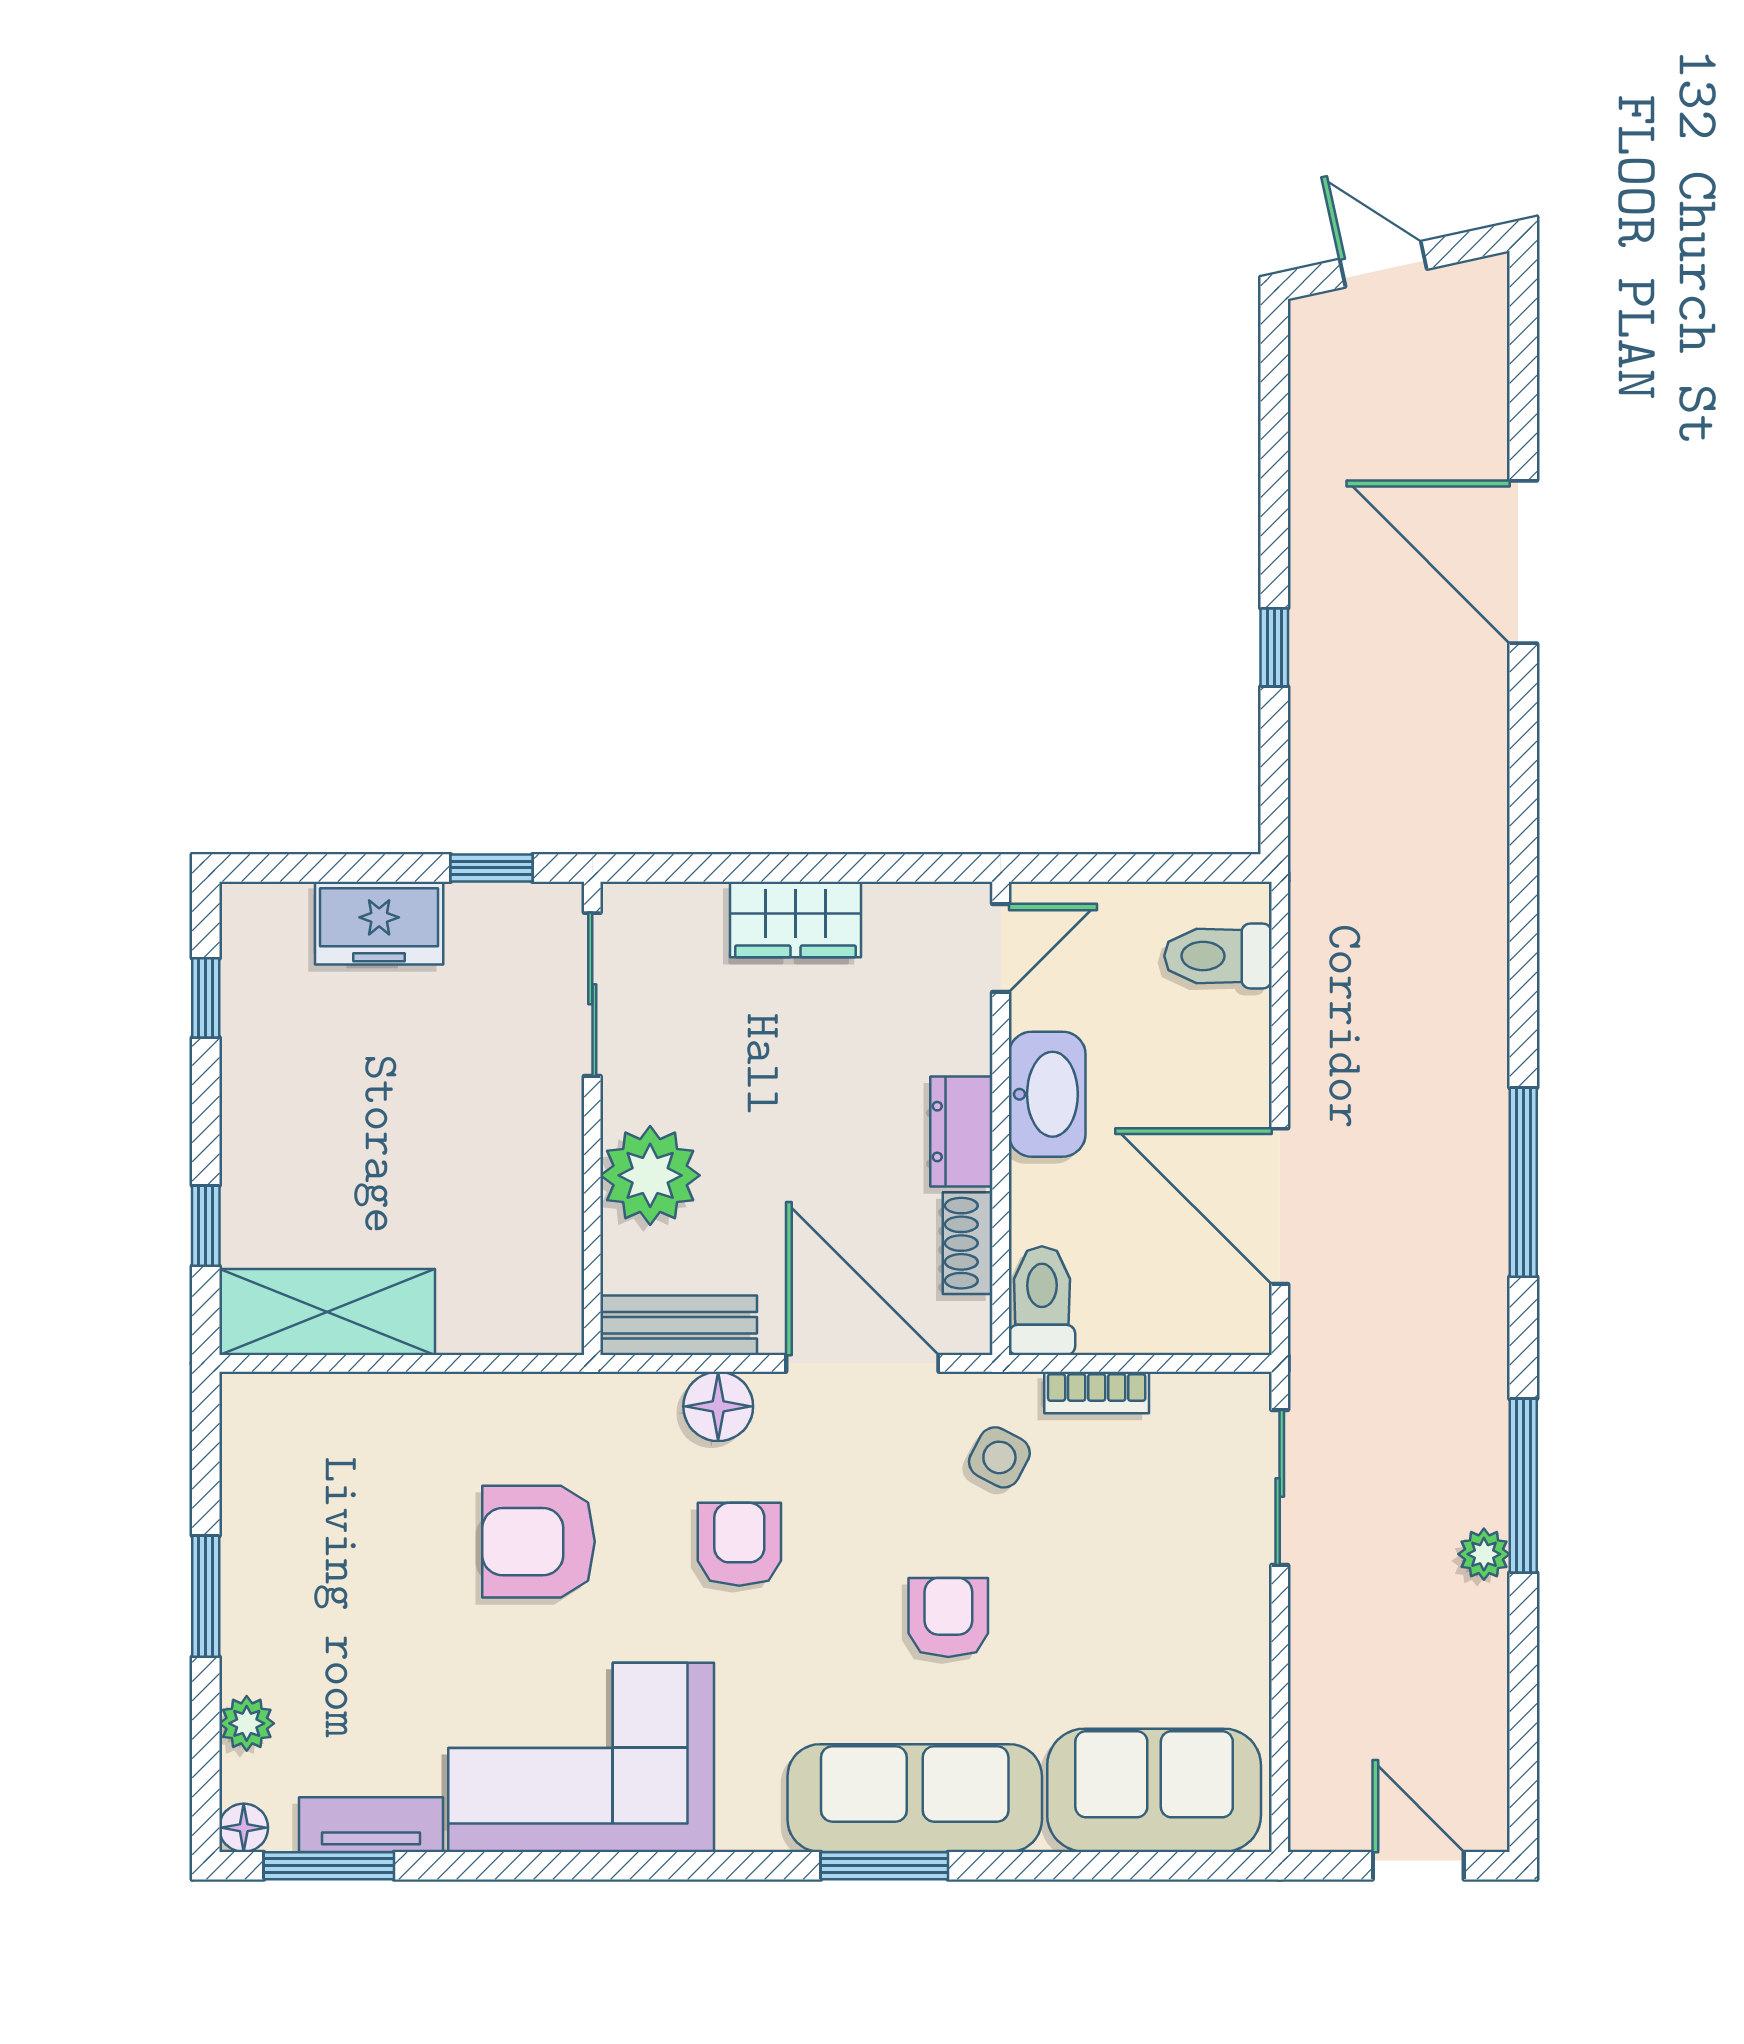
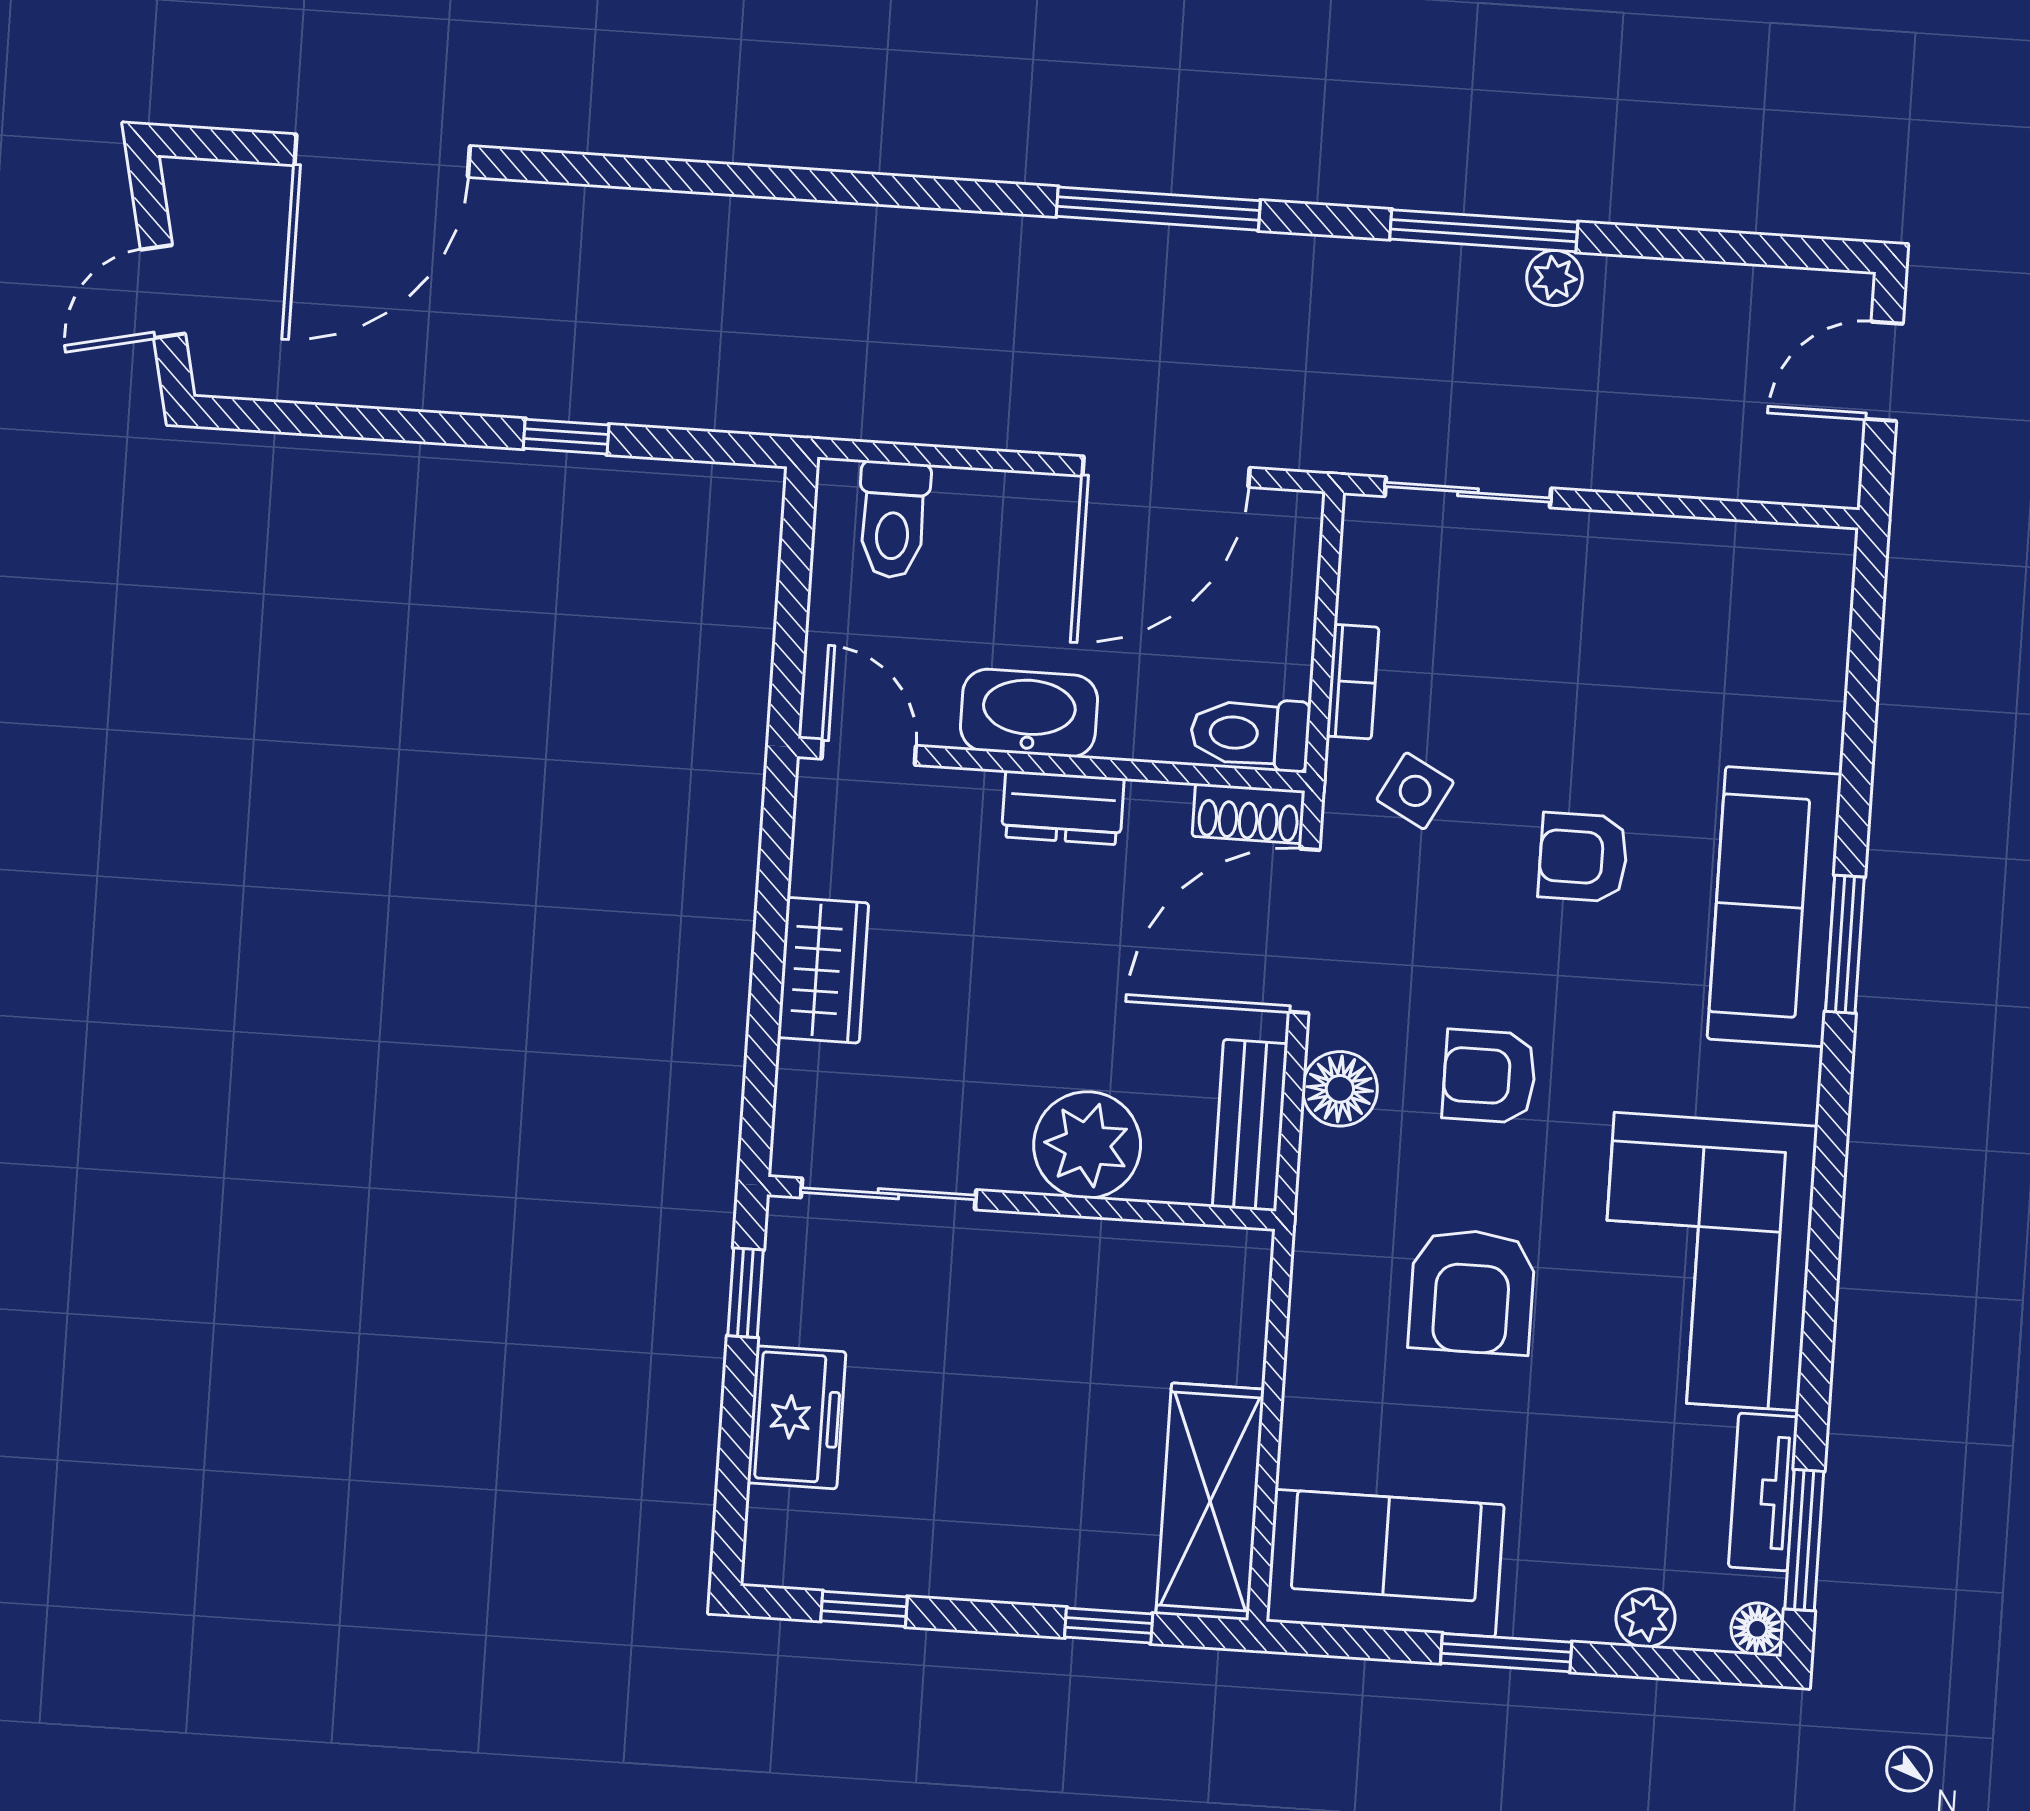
door: (1523, 562) -> (382, 156), moved
shoe rack: (968, 1243) -> (1249, 814), moved
sofa: (1154, 1790) -> (1385, 1563), moved, turned 90

